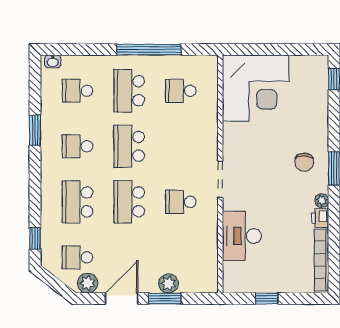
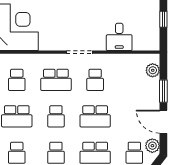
school desk: (129, 146) -> (56, 116), width x0.54
school desk: (181, 146) -> (56, 80), added
desk: (242, 236) -> (119, 37), width x0.73
plant: (168, 283) -> (153, 70), moved

